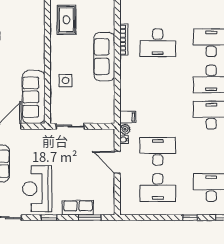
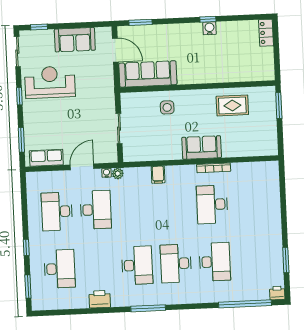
sofa: (104, 57) -> (202, 147), width x0.73
filing cabinet: (128, 117) -> (158, 175), moved
sliding door: (70, 126) -> (119, 129), moved
row of seats: (78, 208) -> (46, 158), moved, turned -90

